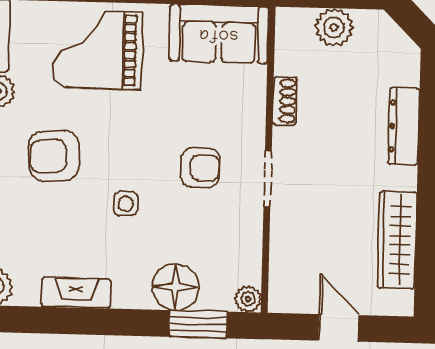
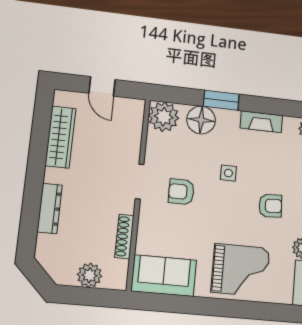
shoe rack: (285, 101) -> (124, 236), width x1.43
armchair: (54, 156) -> (270, 206), width x0.72, depth x0.72
plant: (248, 299) -> (164, 117), width x1.87, depth x1.87
window: (198, 324) -> (221, 100), moved

